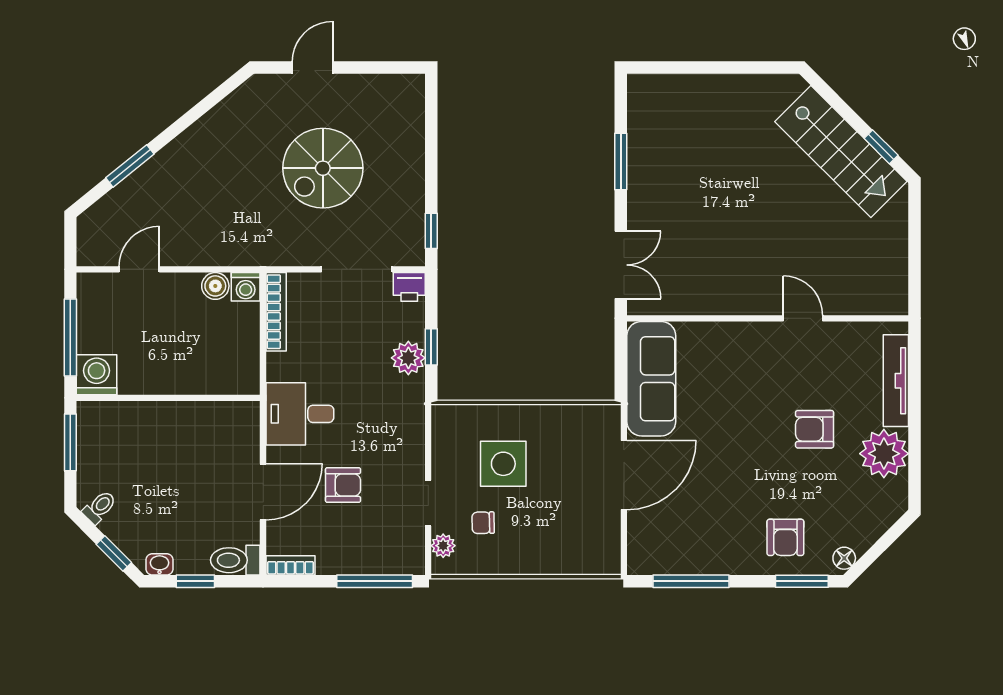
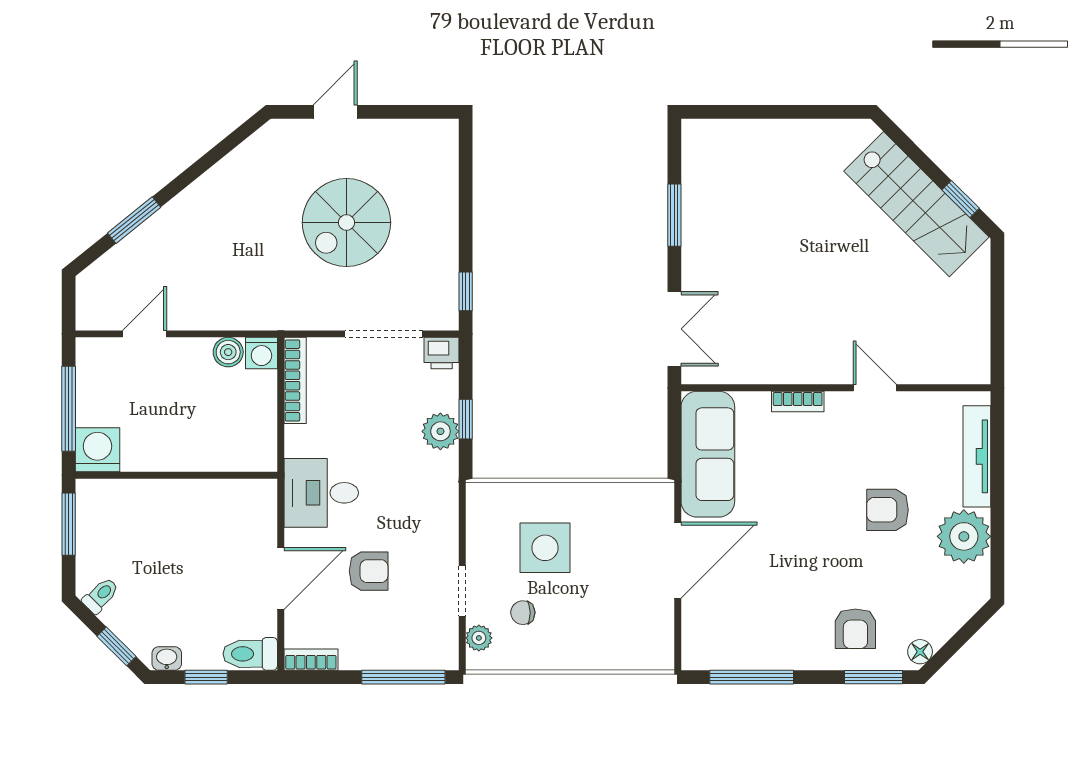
bookcase: (733, 331) -> (798, 402), added

